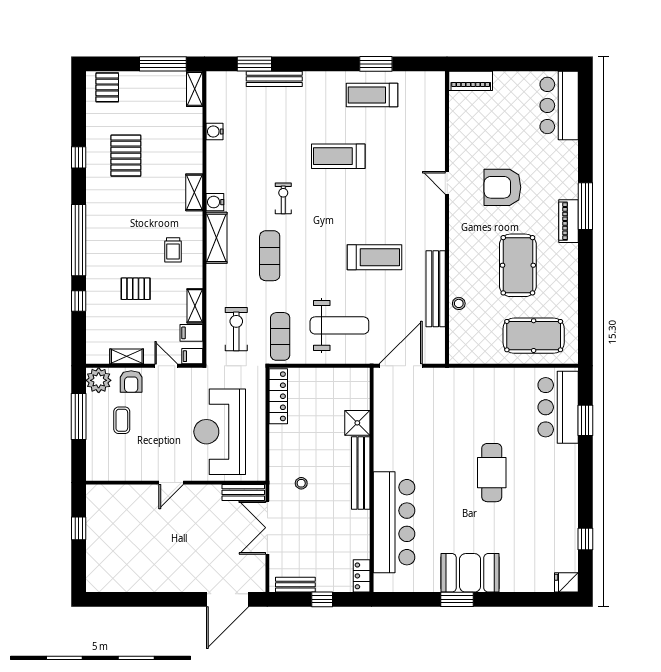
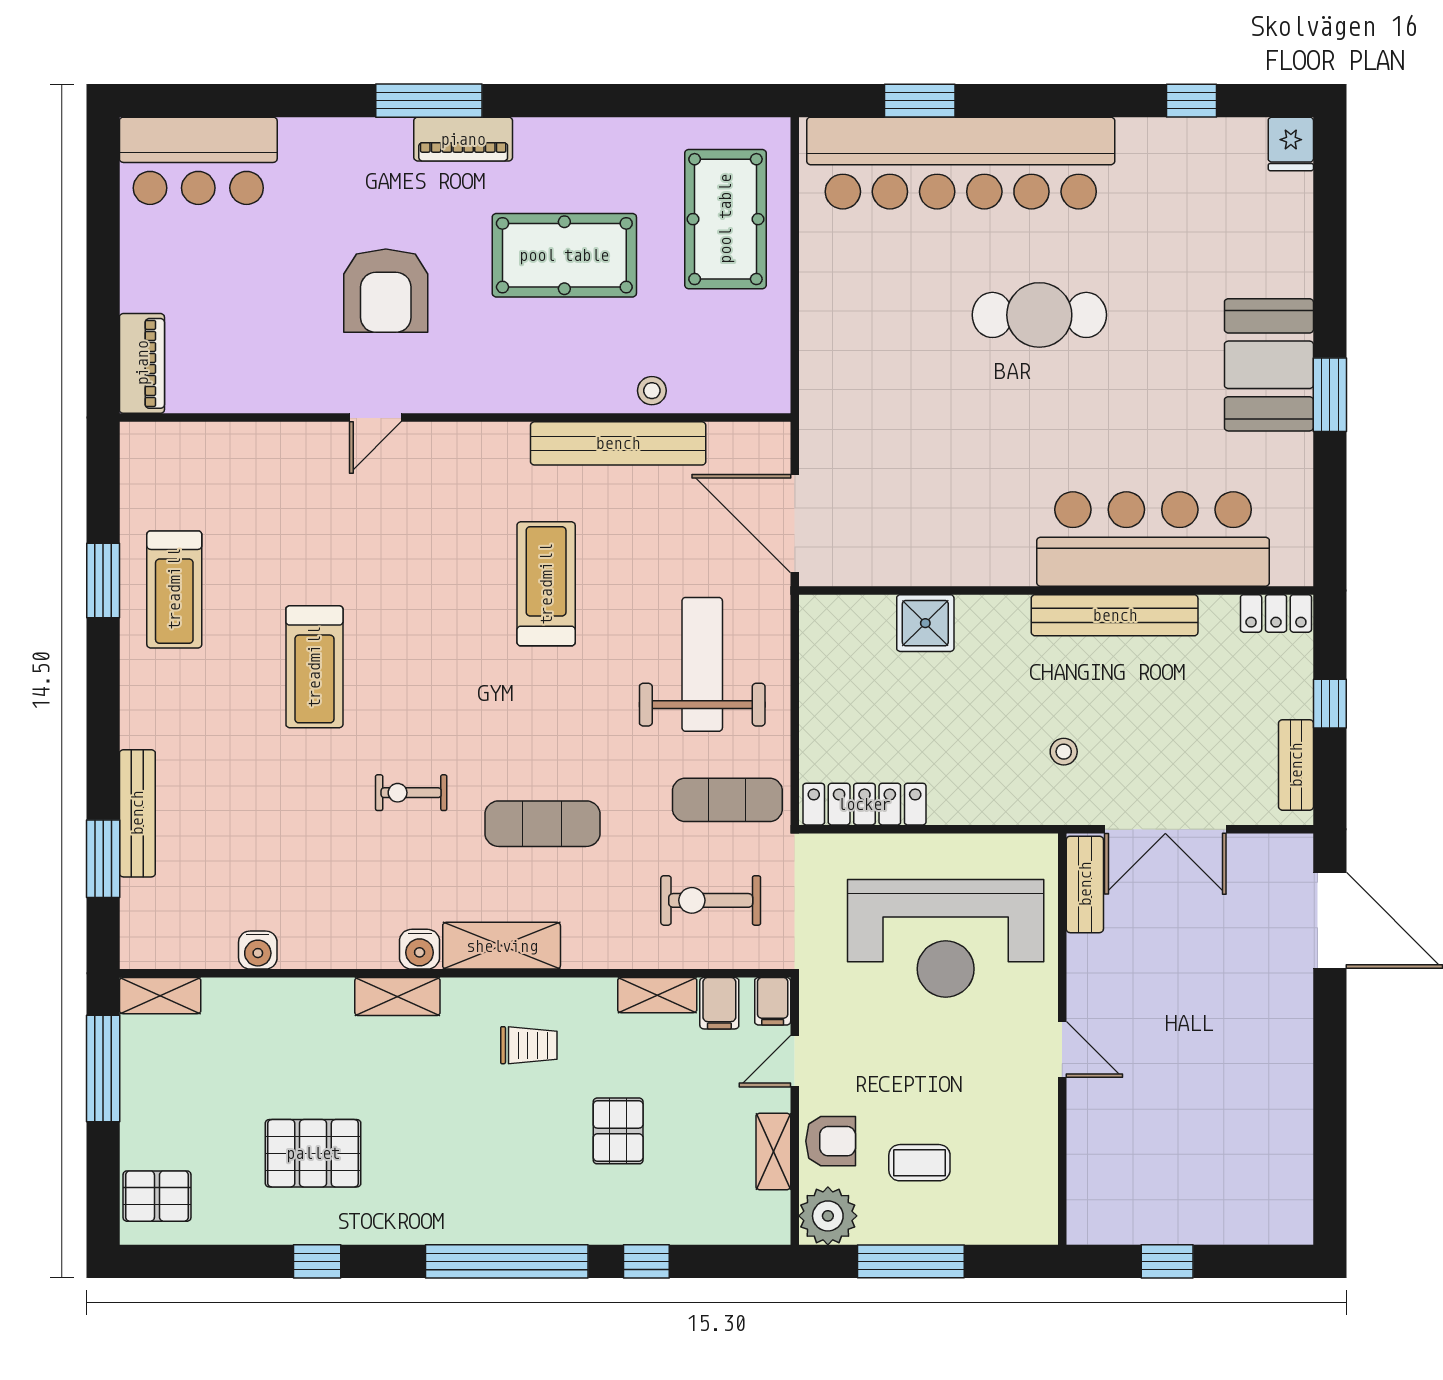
bar counter: (558, 407) -> (961, 163), width x1.86
bench: (361, 473) -> (1115, 615), moved

